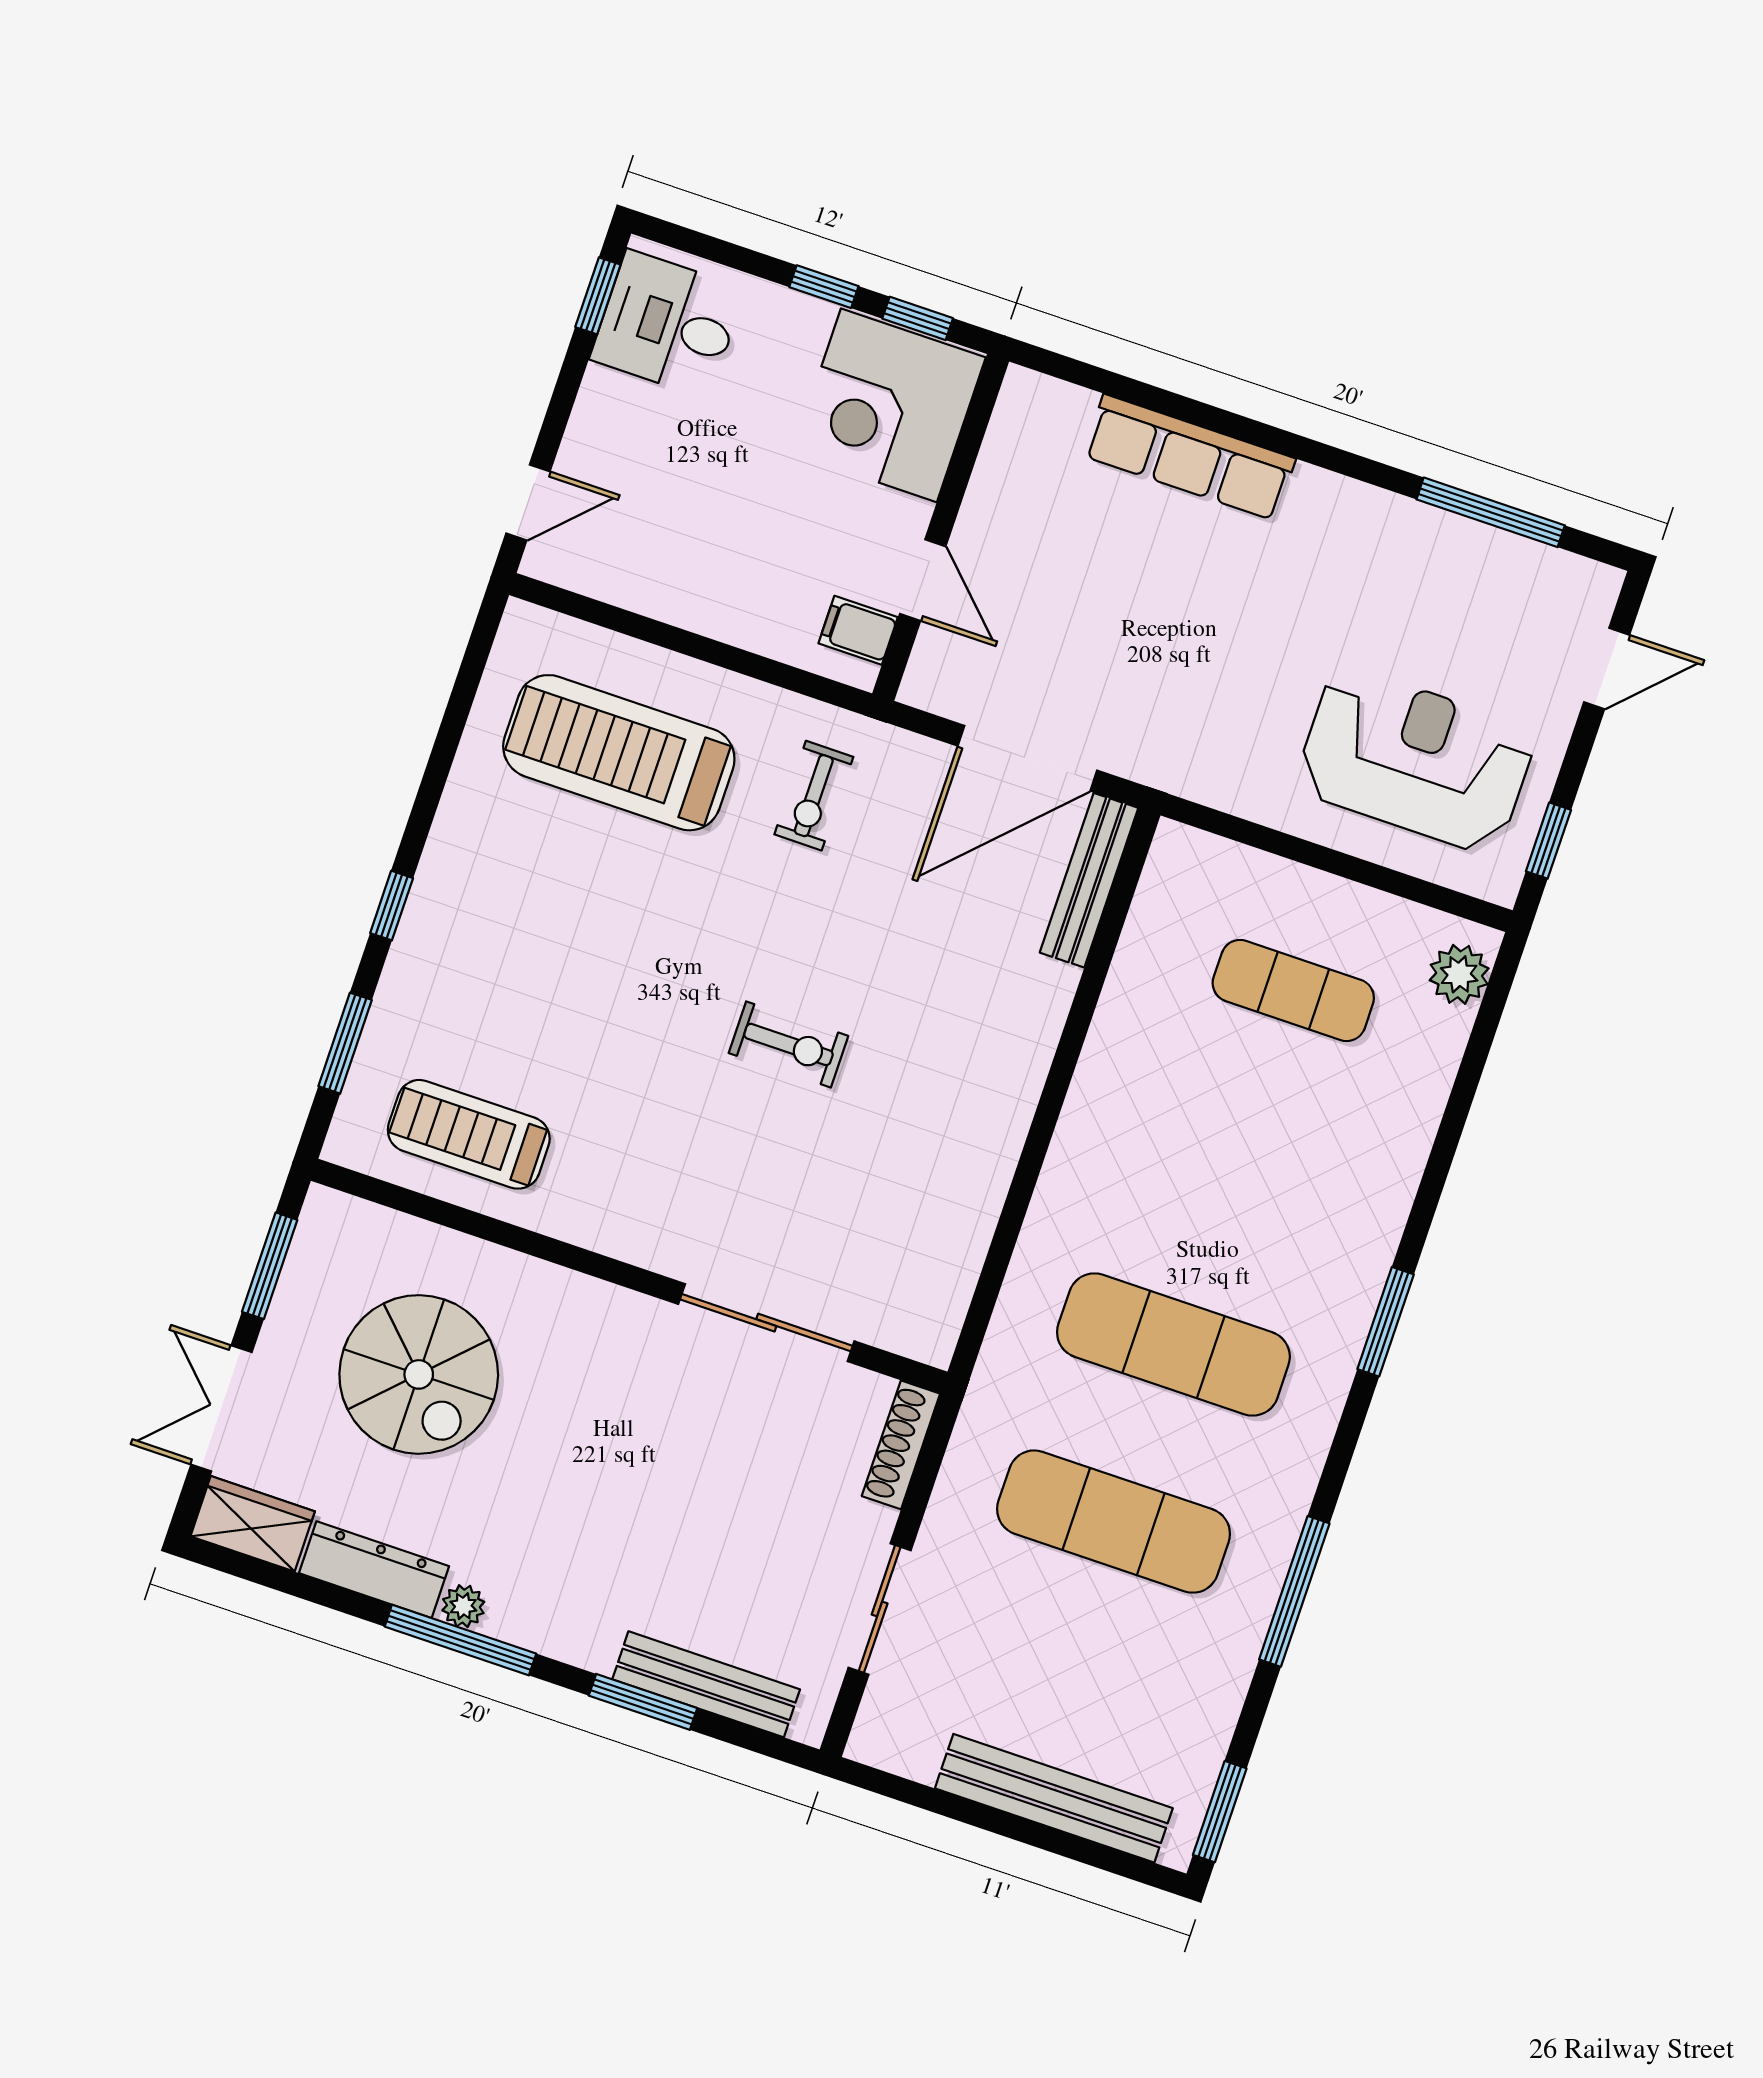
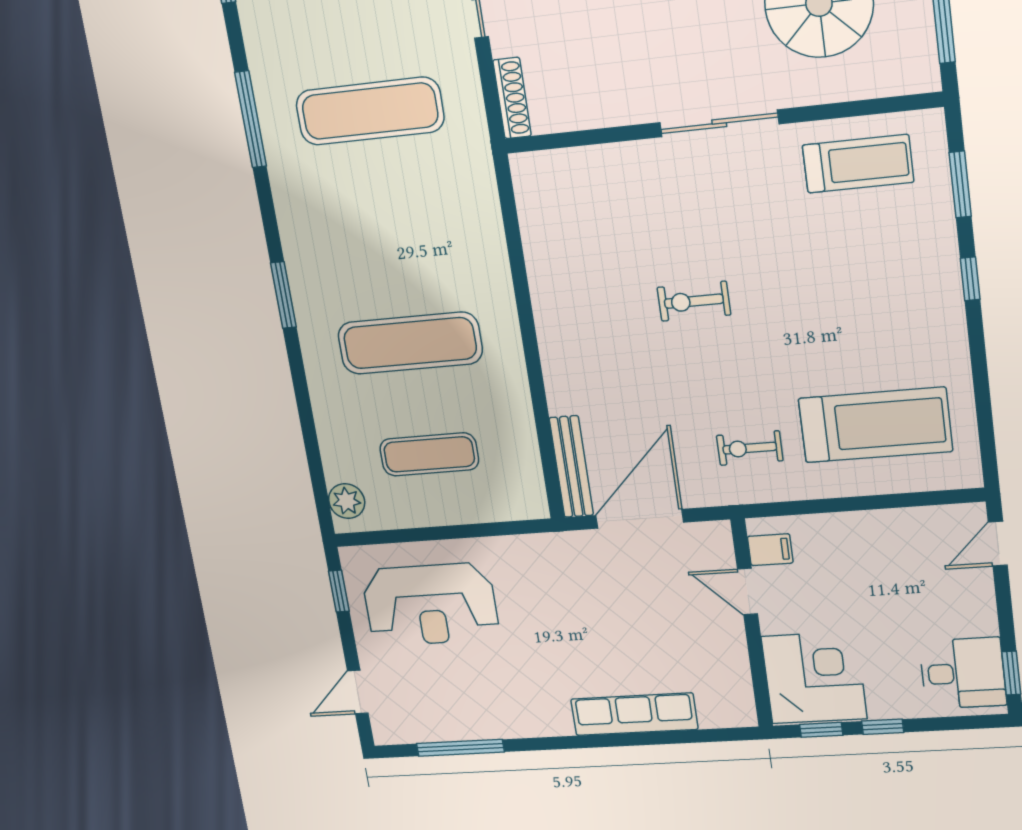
exercise bike: (814, 796) -> (750, 448), turned -90
sliding door: (766, 1323) -> (719, 123), moved
exercise mat: (1173, 1345) -> (410, 343), moved

